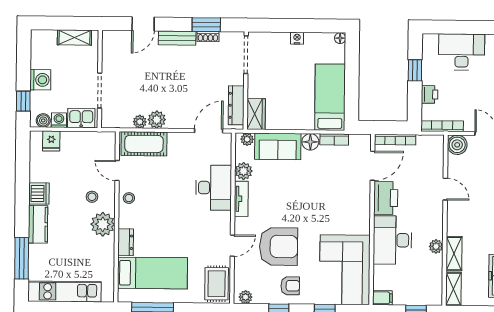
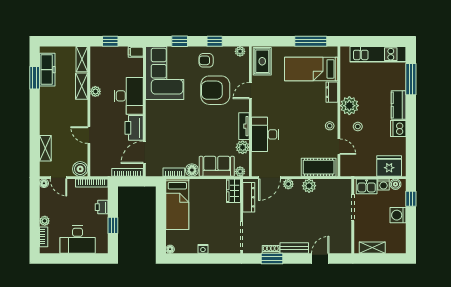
plant: (140, 122) -> (288, 184), moved
fridge: (51, 141) -> (389, 166), width x1.88, depth x1.34

